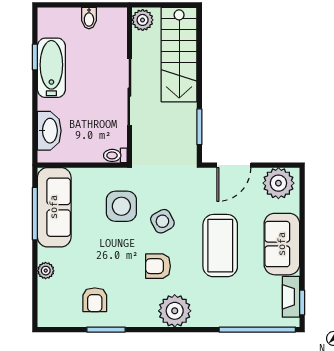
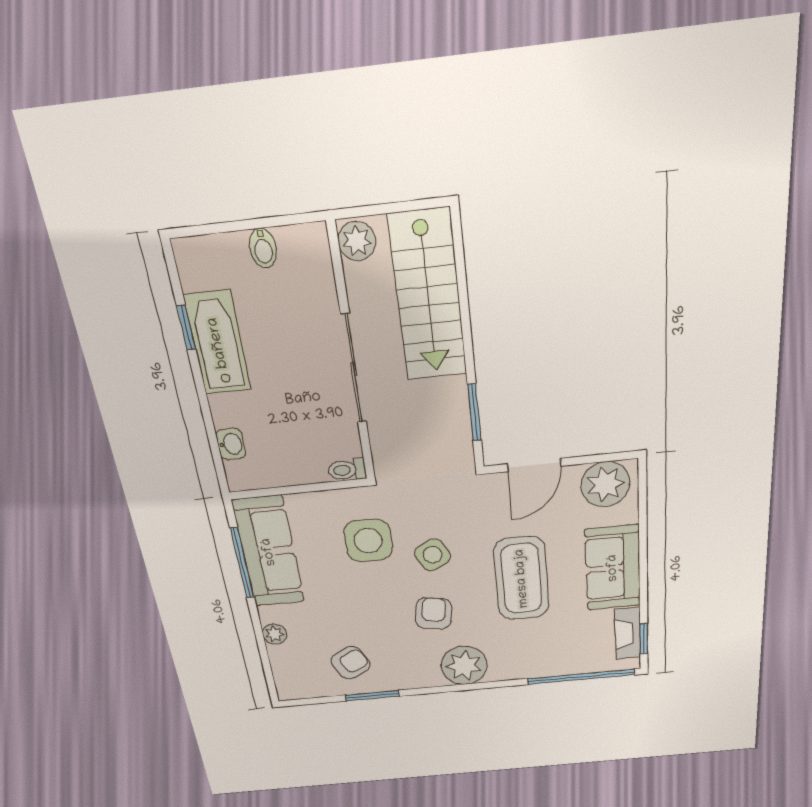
washbasin: (49, 131) -> (231, 444), width x0.52, depth x0.69
armchair: (158, 266) -> (434, 613), turned 99
armchair: (95, 300) -> (351, 663), turned -117

